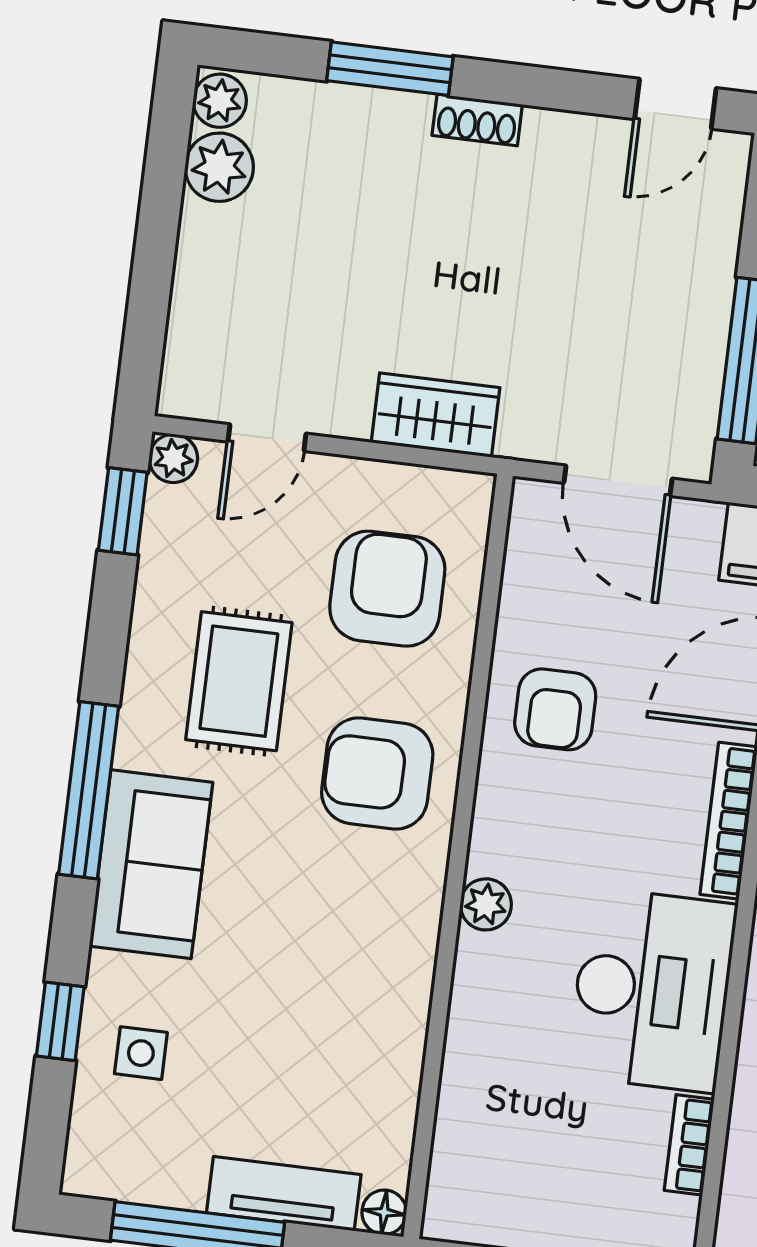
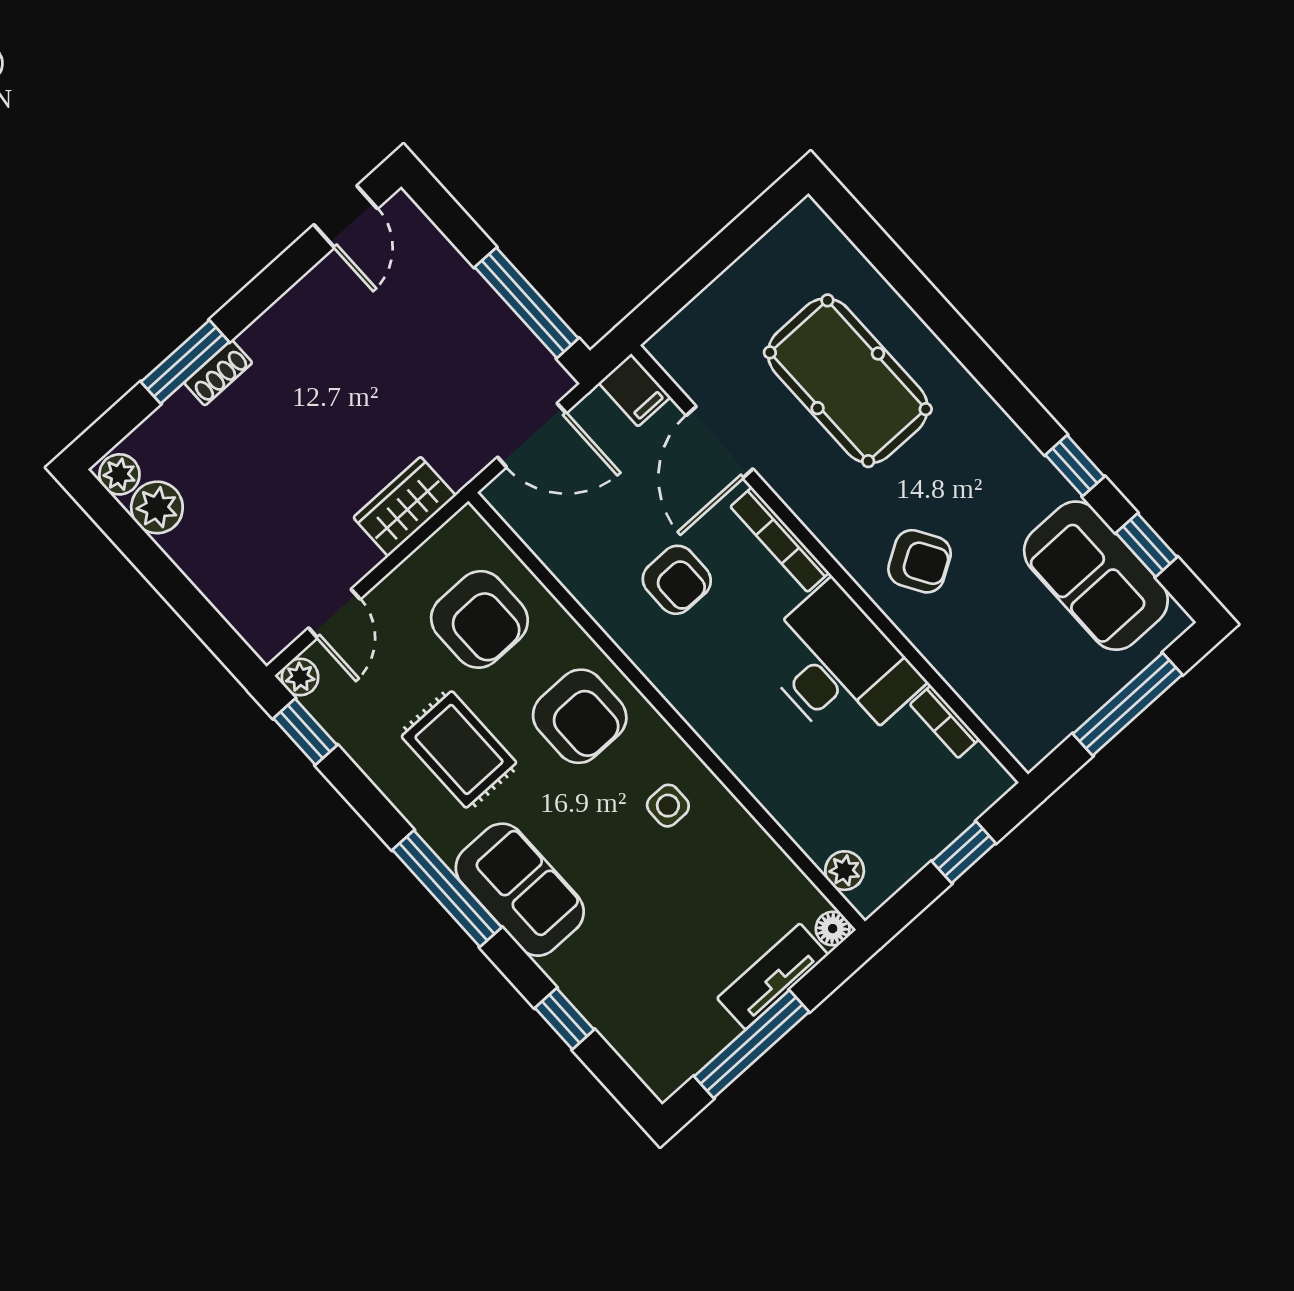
shoe rack: (477, 120) -> (218, 373), moved
armchair: (387, 589) -> (479, 619), turned 180
armchair: (555, 709) -> (677, 580), moved
armchair: (377, 774) -> (580, 716), turned -90
plant: (486, 904) -> (845, 871), moved
side table: (141, 1053) -> (668, 806), moved

